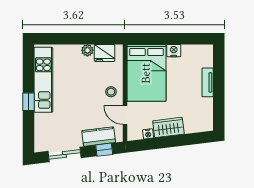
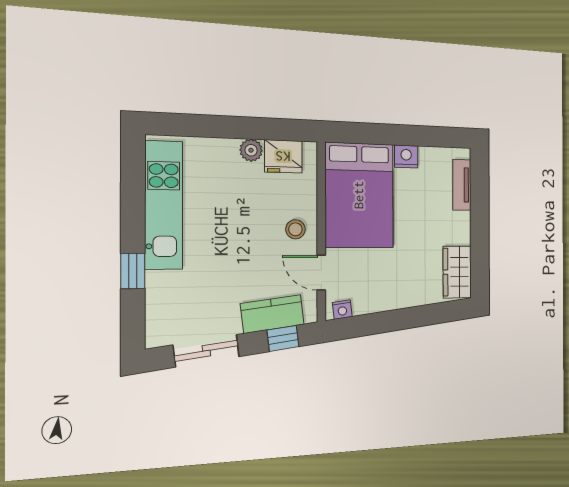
tv unit: (208, 82) -> (462, 185), moved
window: (29, 102) -> (133, 271), moved
wardrobe: (168, 127) -> (457, 272), moved, turned -83
nightstand: (148, 134) -> (342, 310), moved

